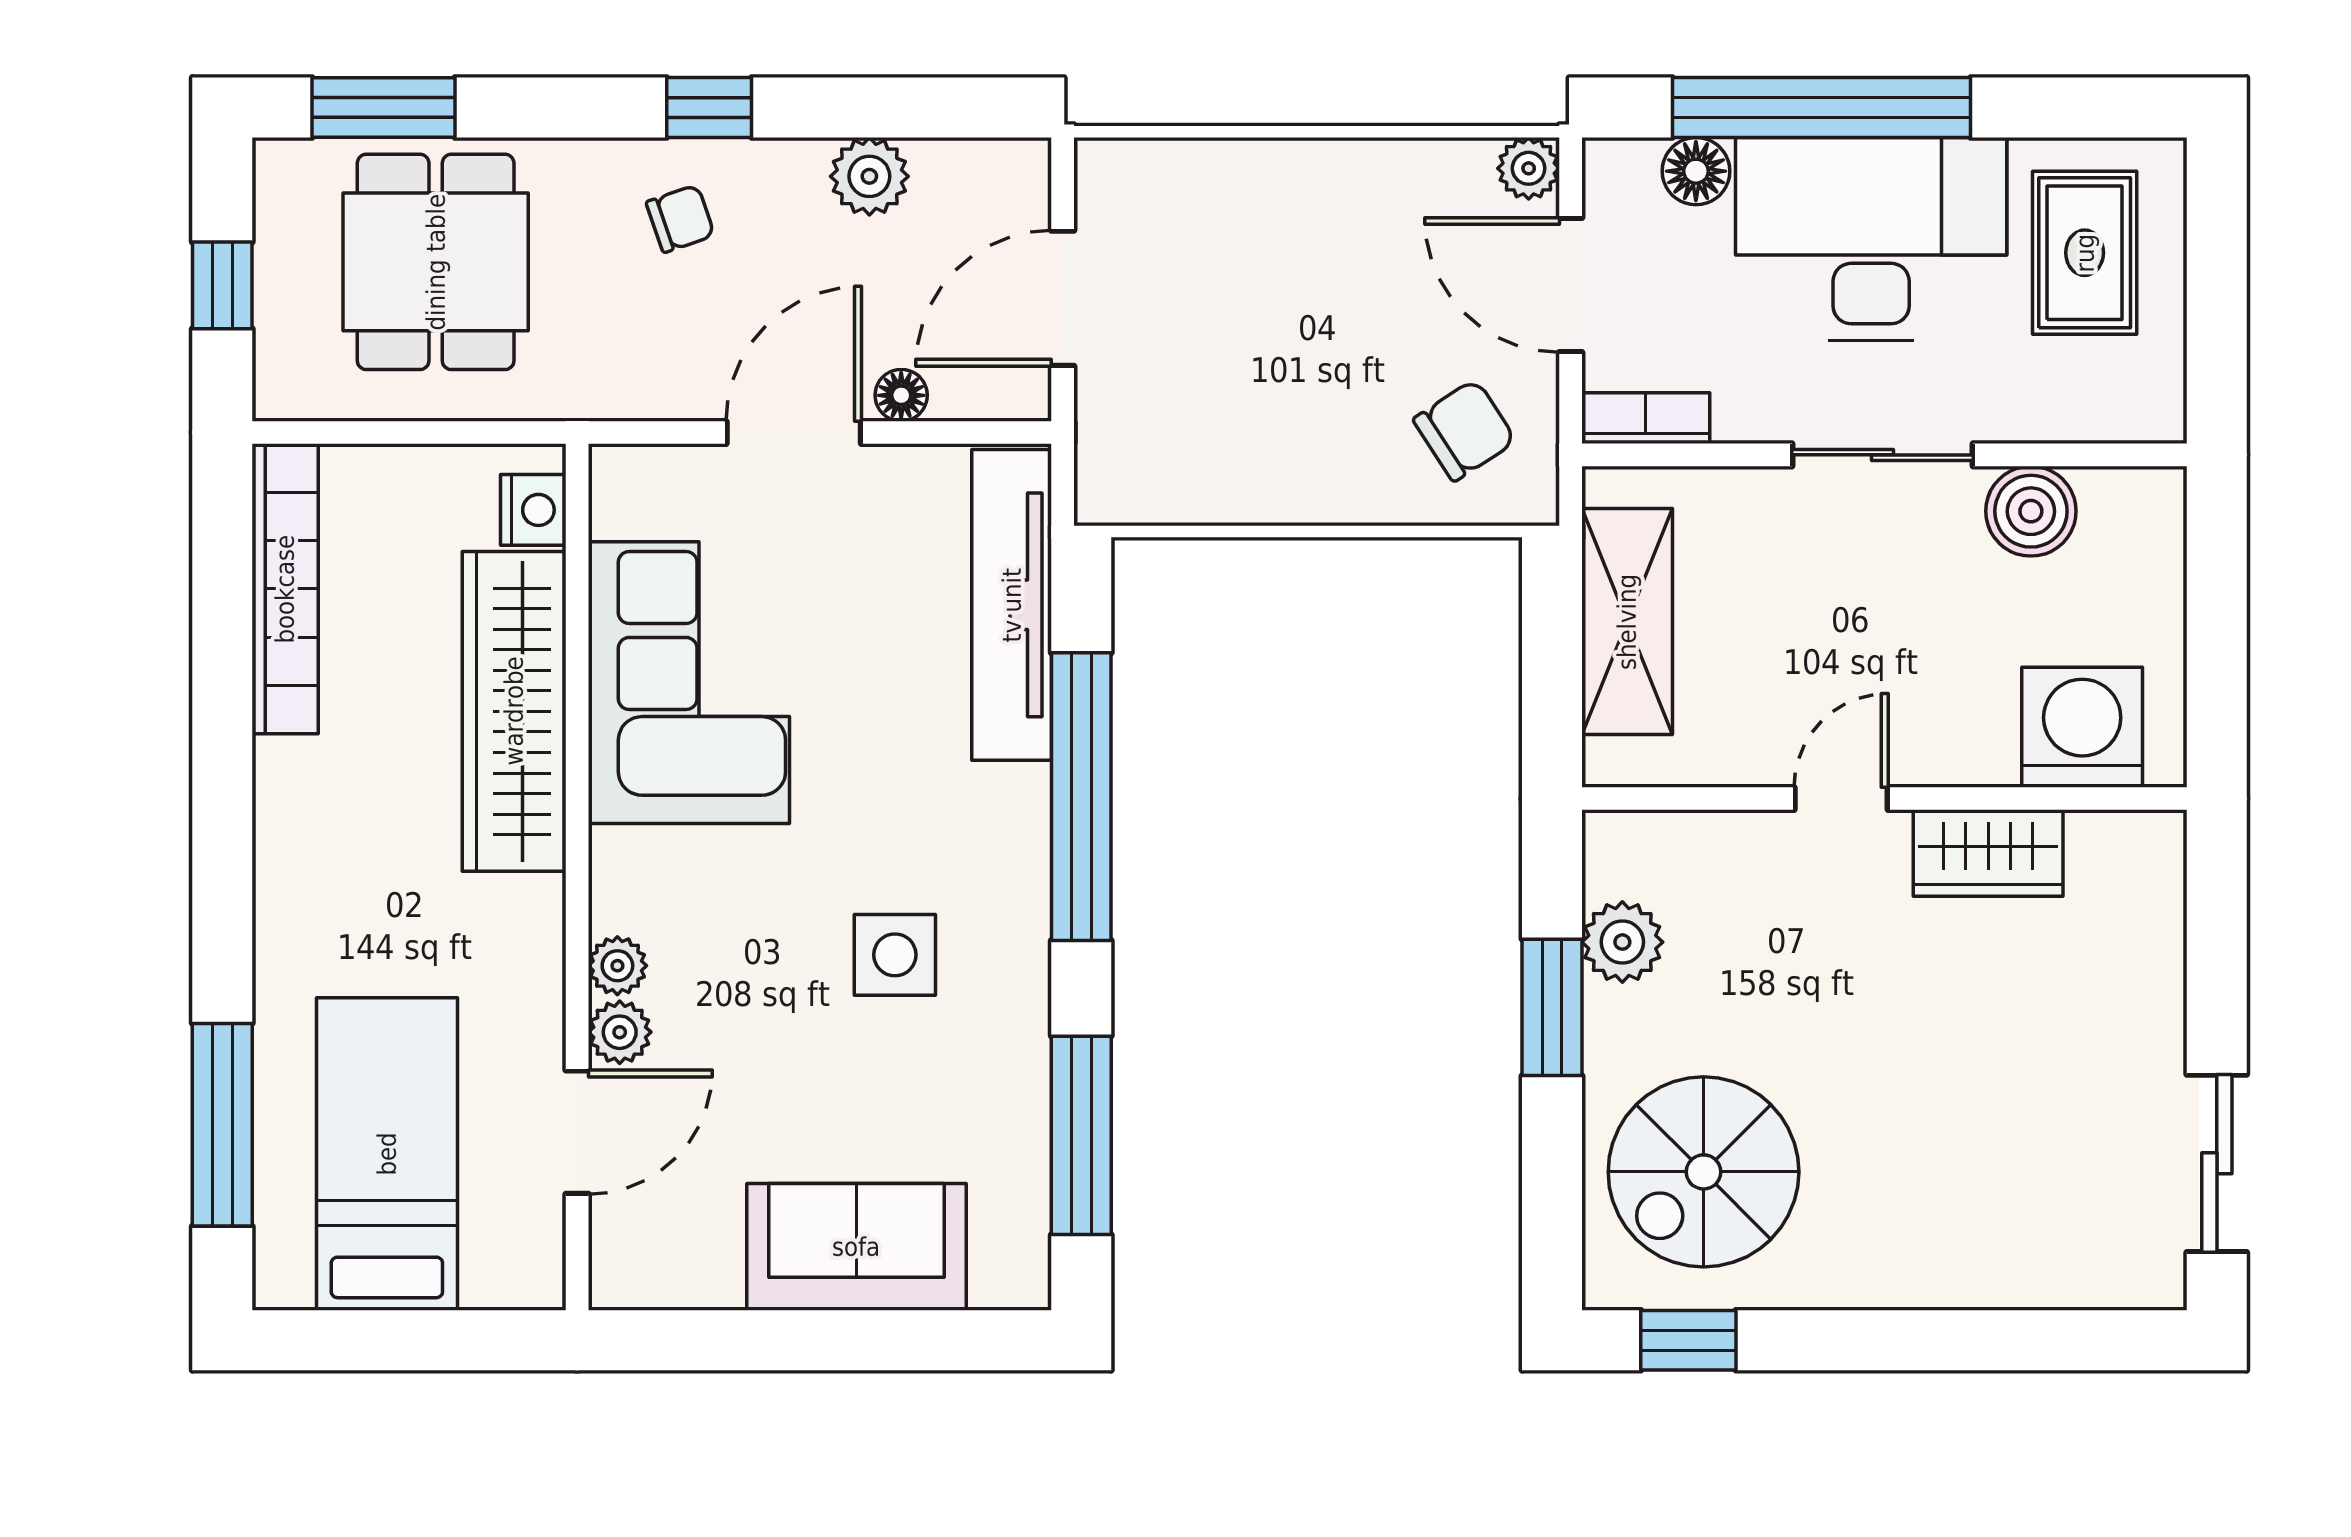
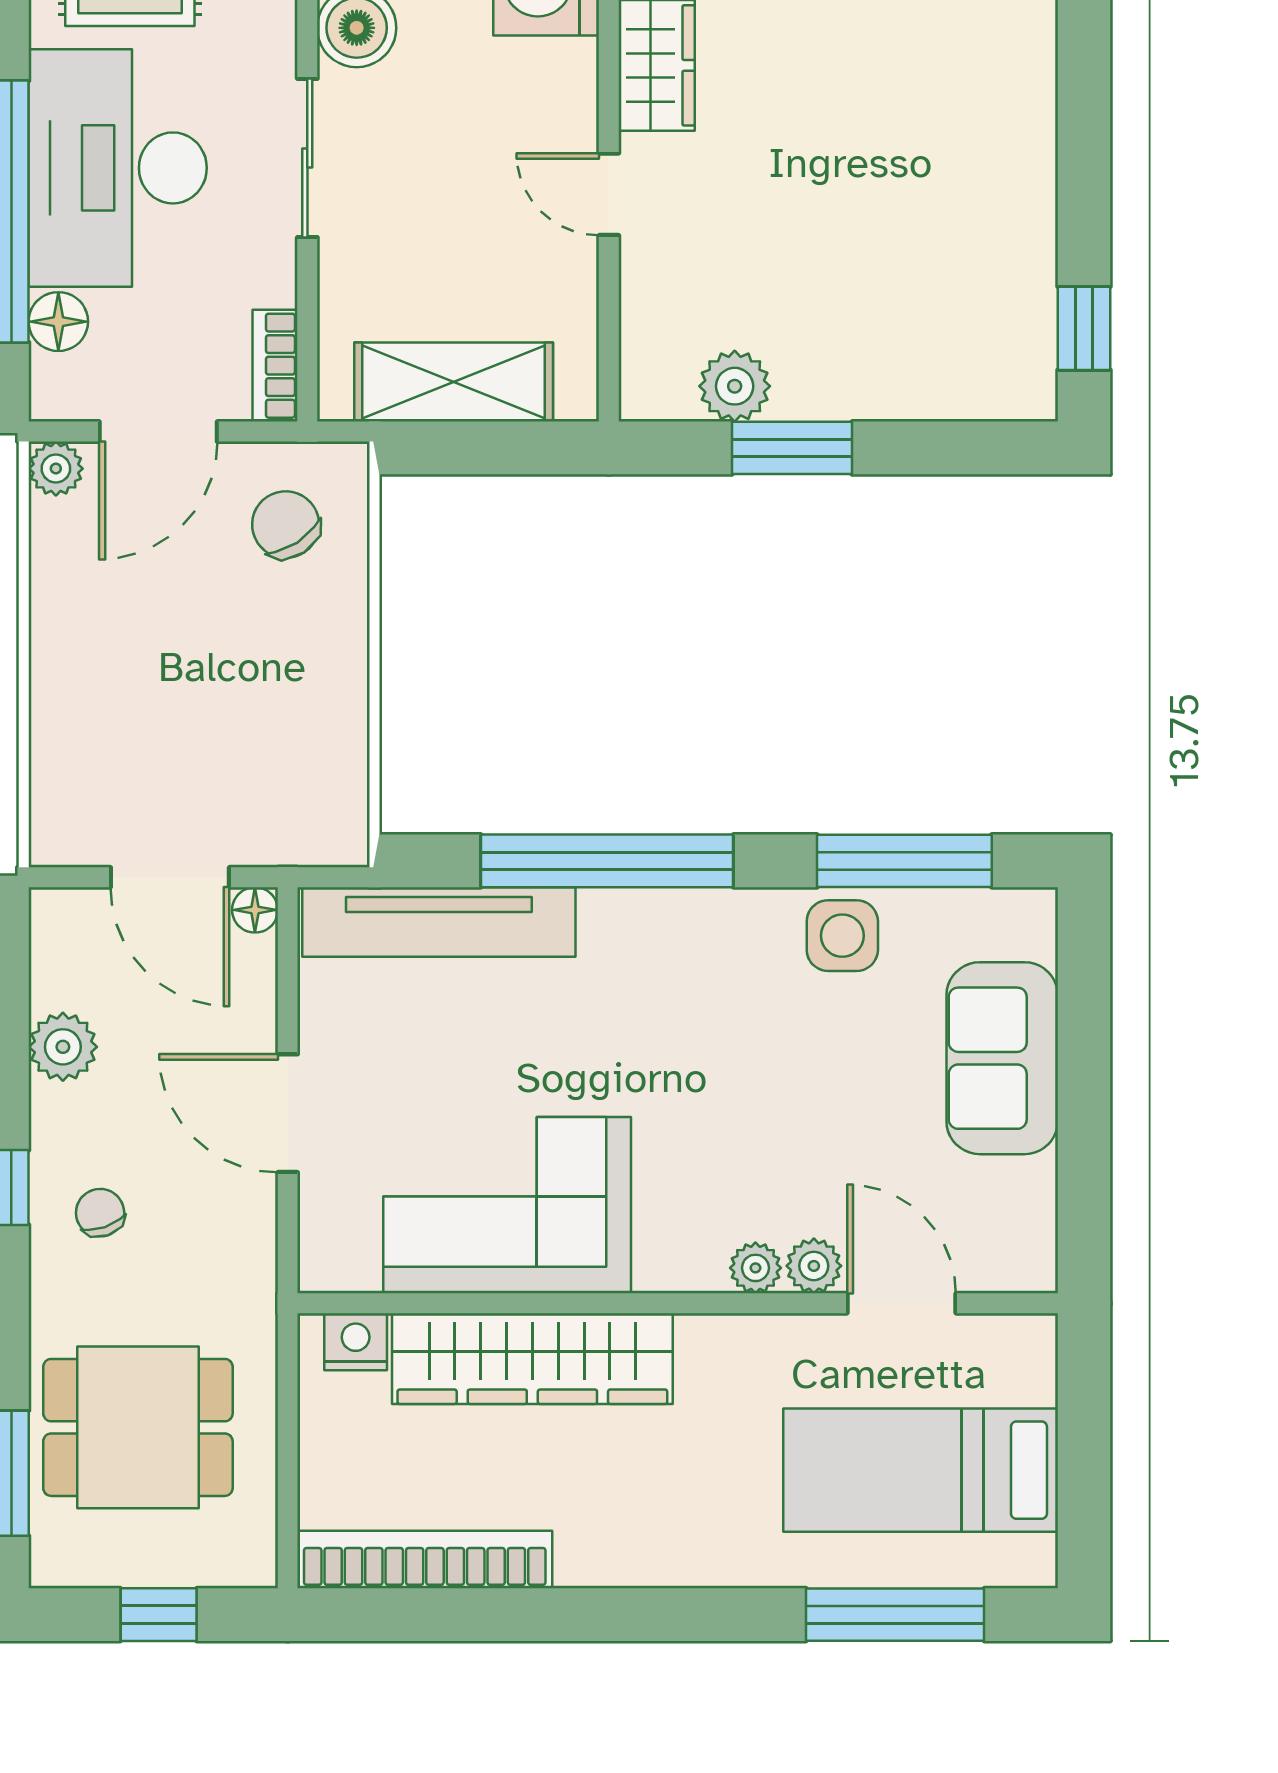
floor lamp: (901, 395) -> (255, 910), moved
side table: (895, 955) -> (842, 936), moved
spiral stairs: (1704, 1172) -> (936, 315), removed

